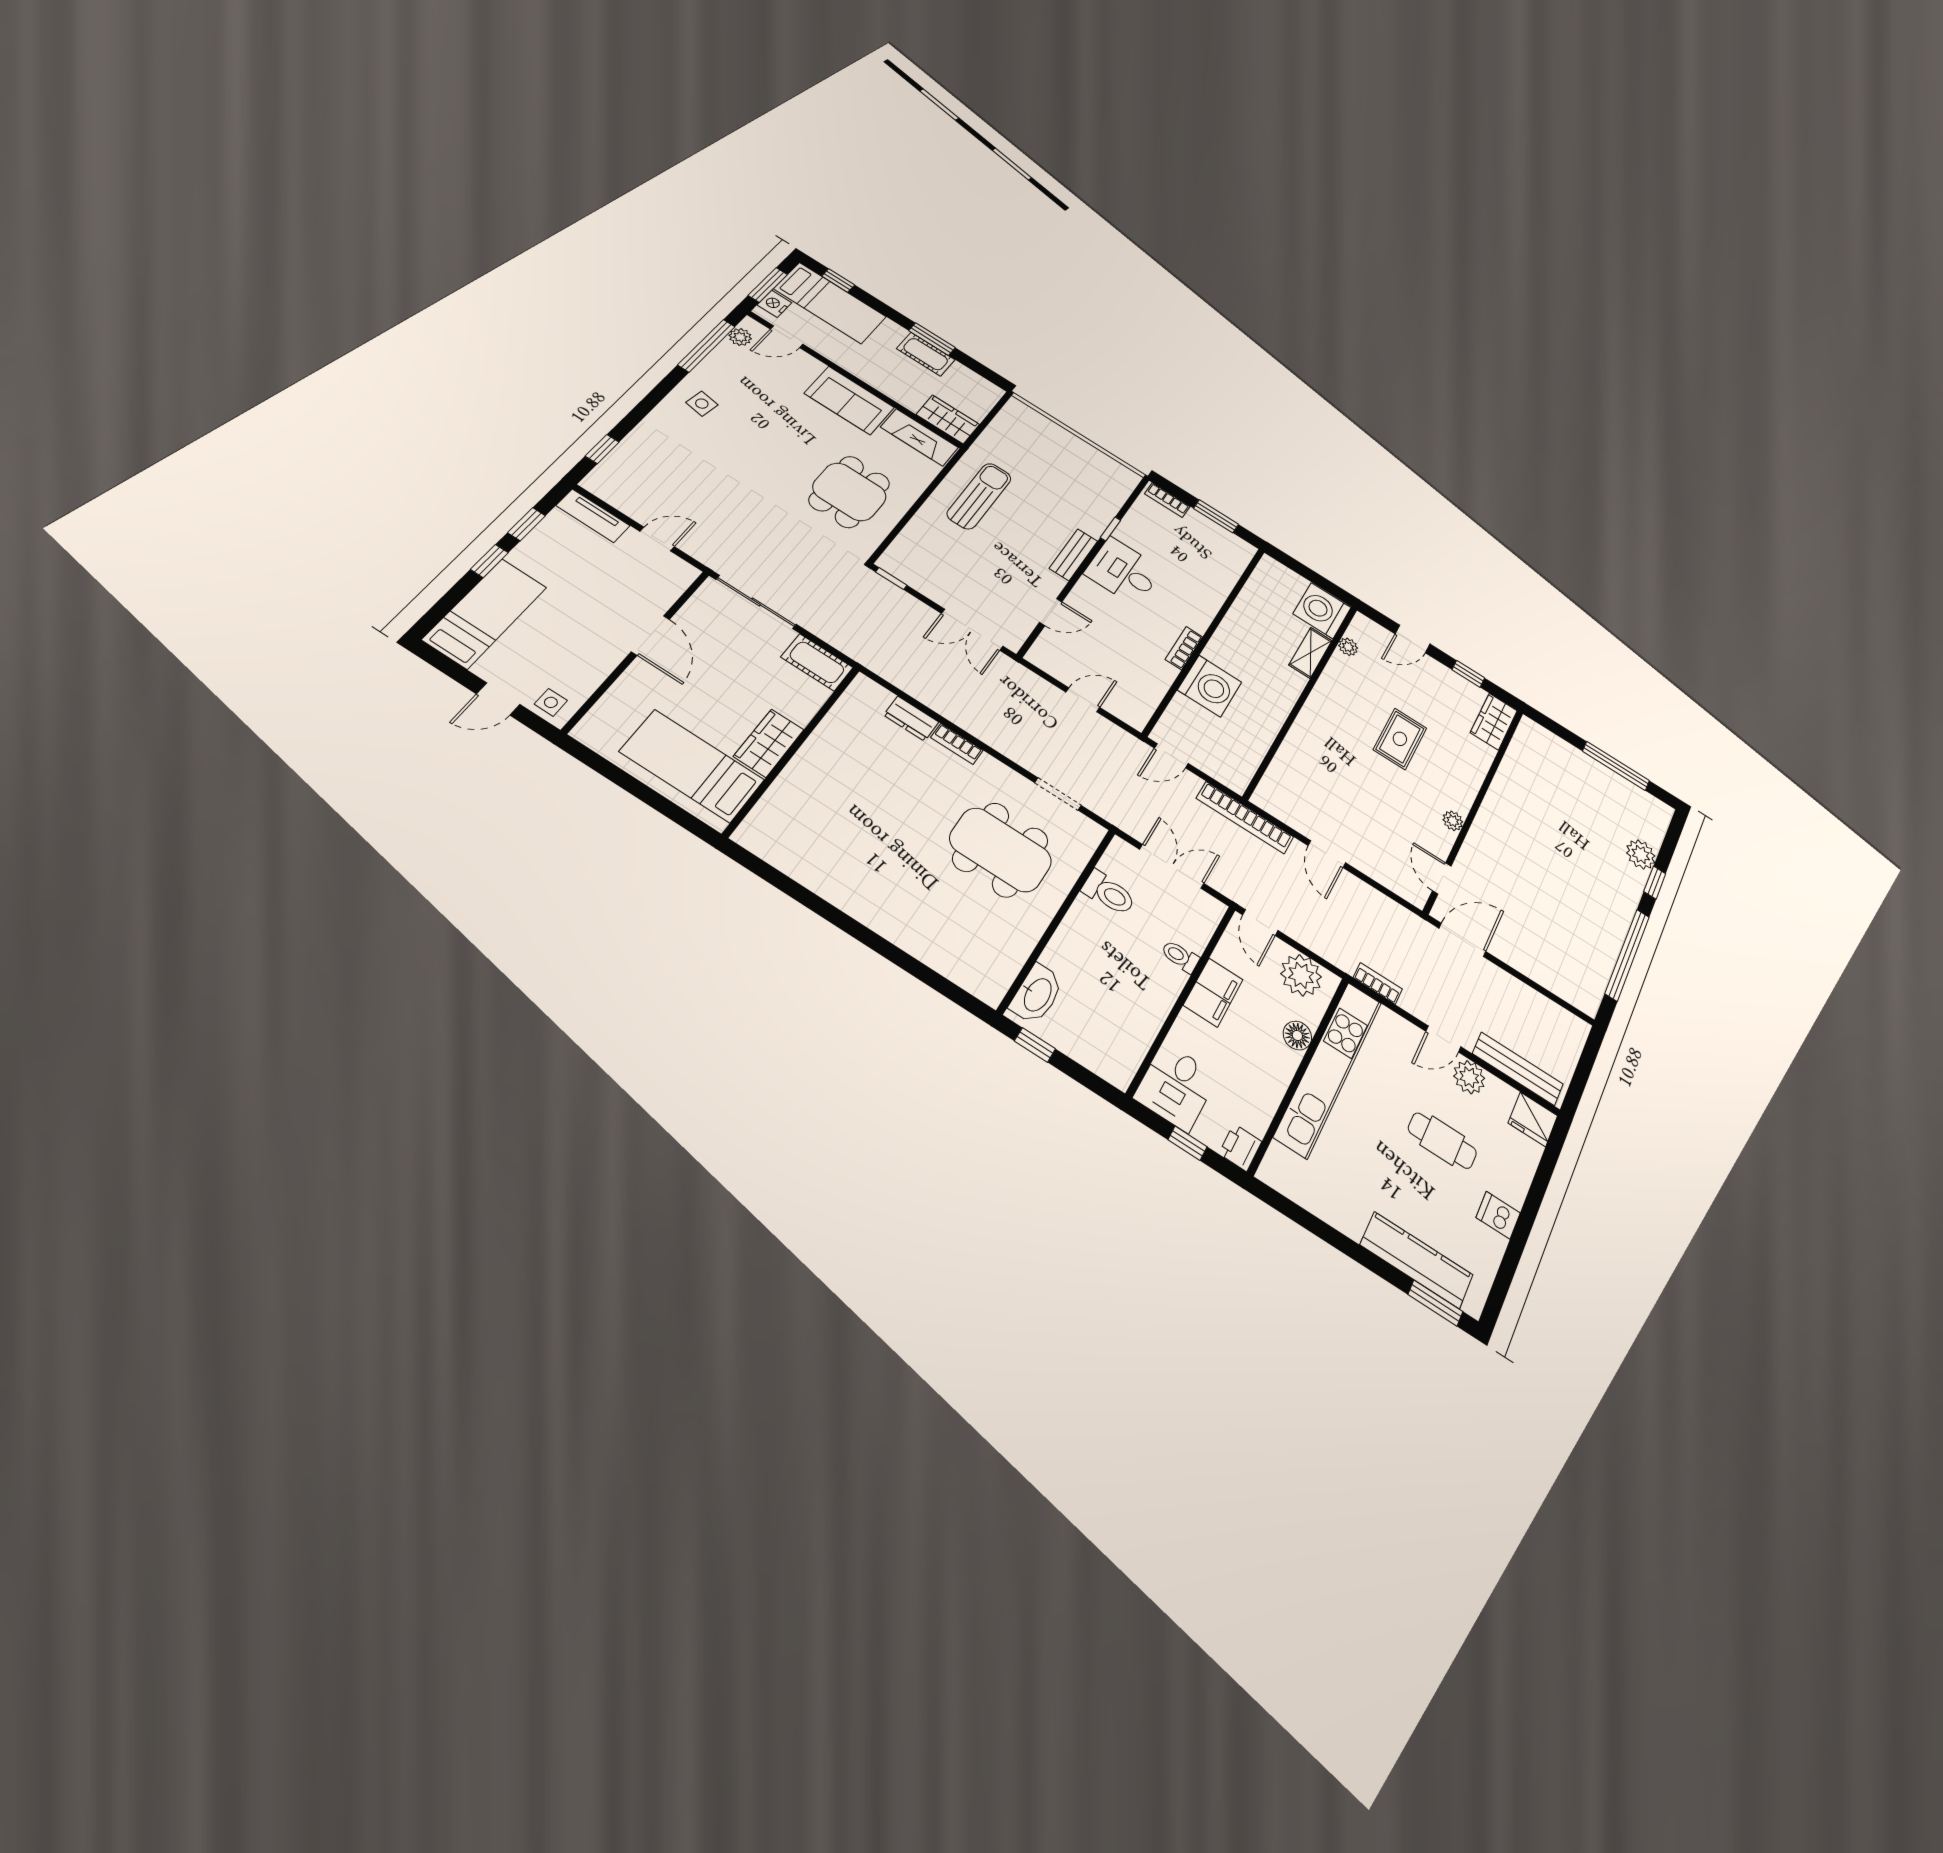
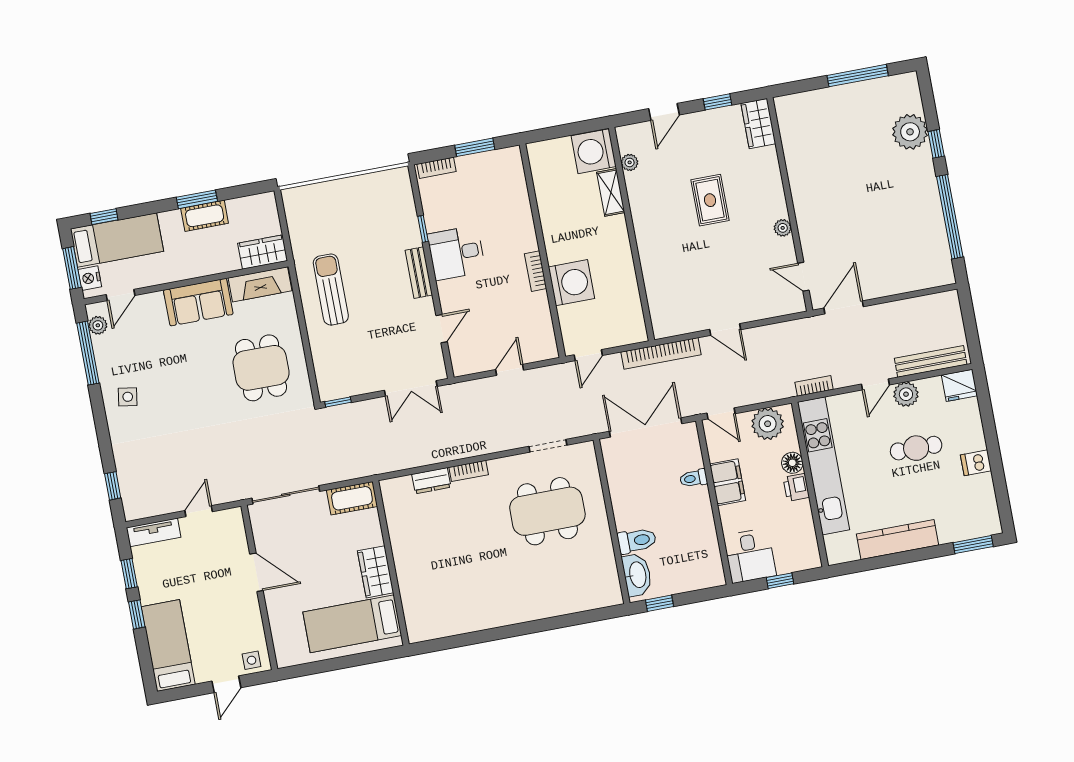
plant: (1641, 854) -> (910, 132), width x1.36, depth x1.36
double door: (1172, 866) -> (646, 428), width x1.37
toilet: (1109, 893) -> (637, 541), moved
printer: (1240, 1148) -> (796, 487), moved
kitchen counter: (1416, 1260) -> (898, 540), moved

